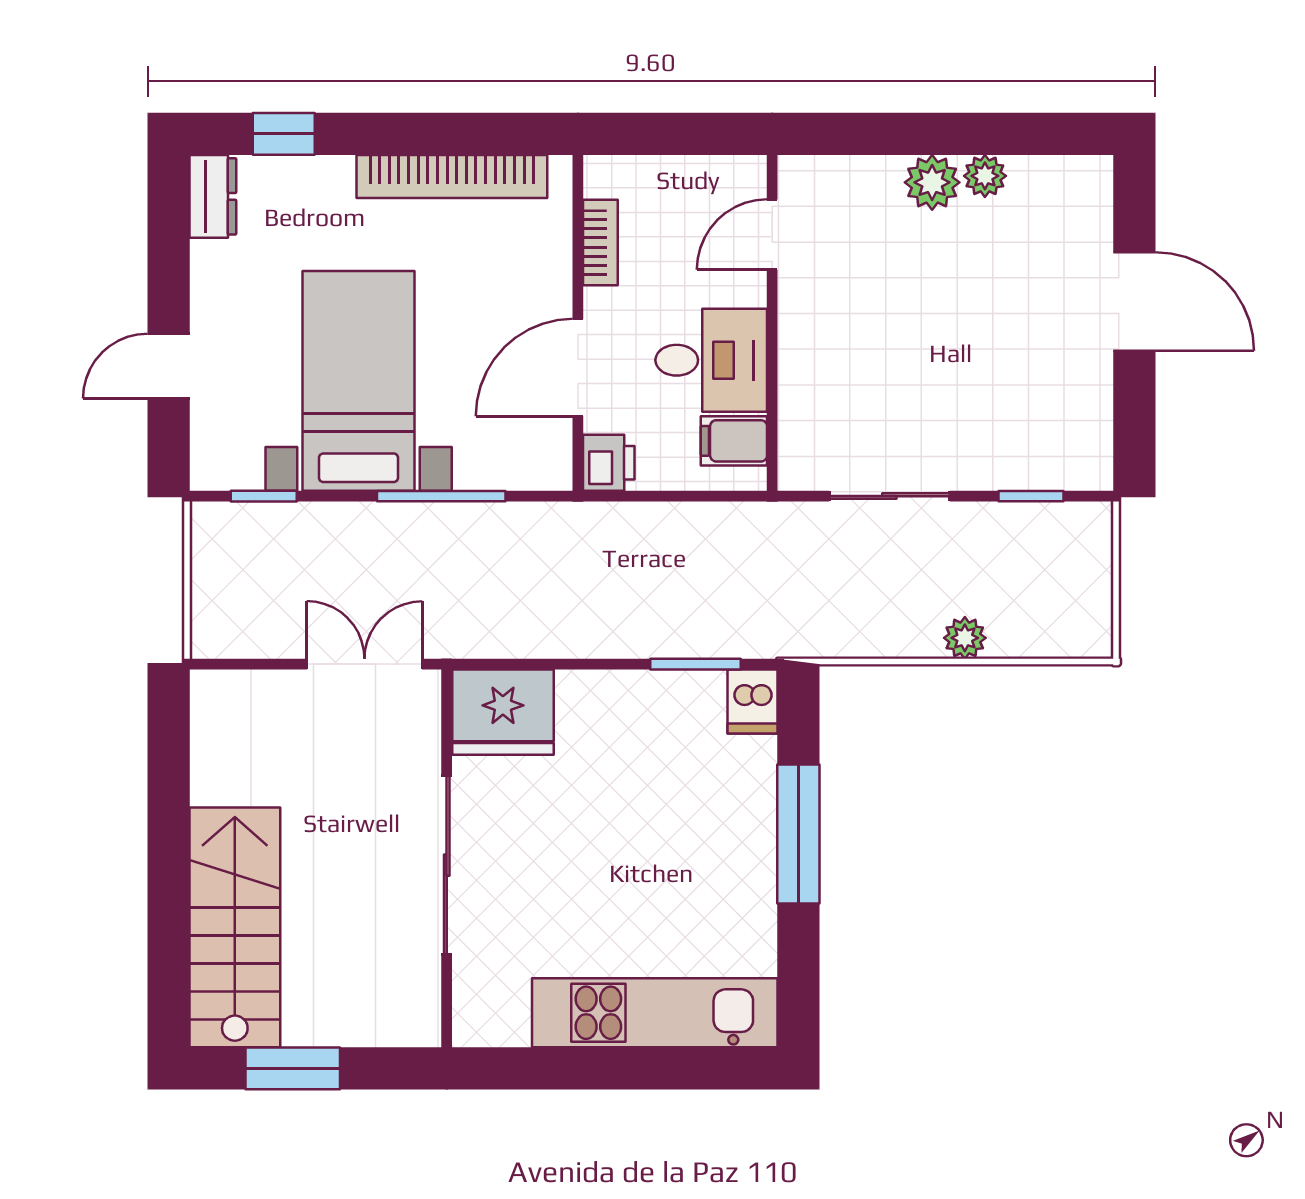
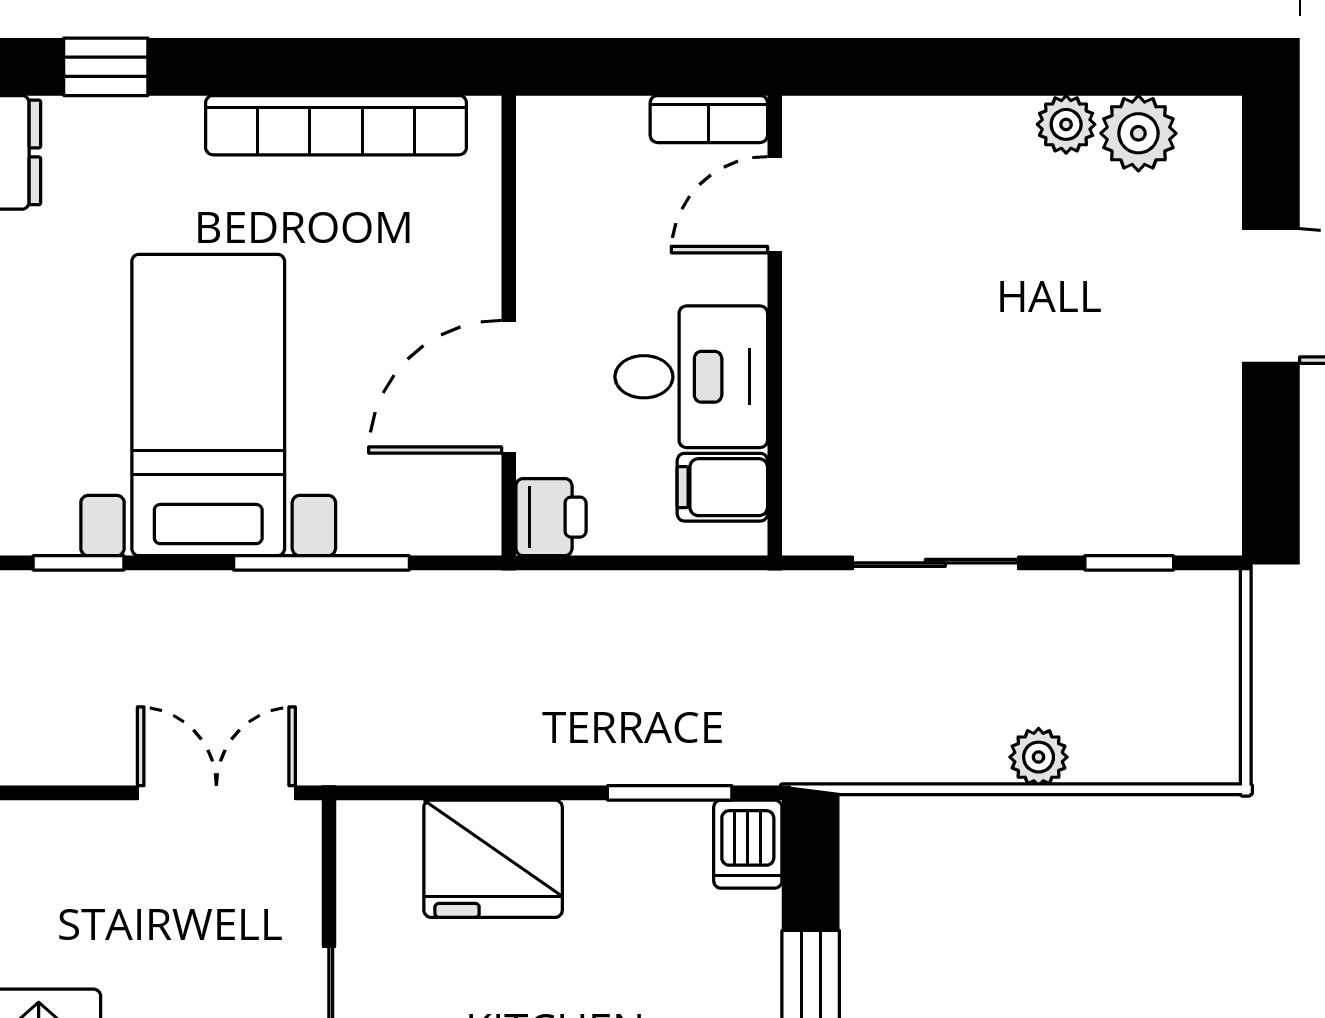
plant: (932, 182) -> (1138, 133), moved
bookcase: (600, 243) -> (709, 119), moved, turned 90
fridge: (503, 712) -> (493, 859), moved

